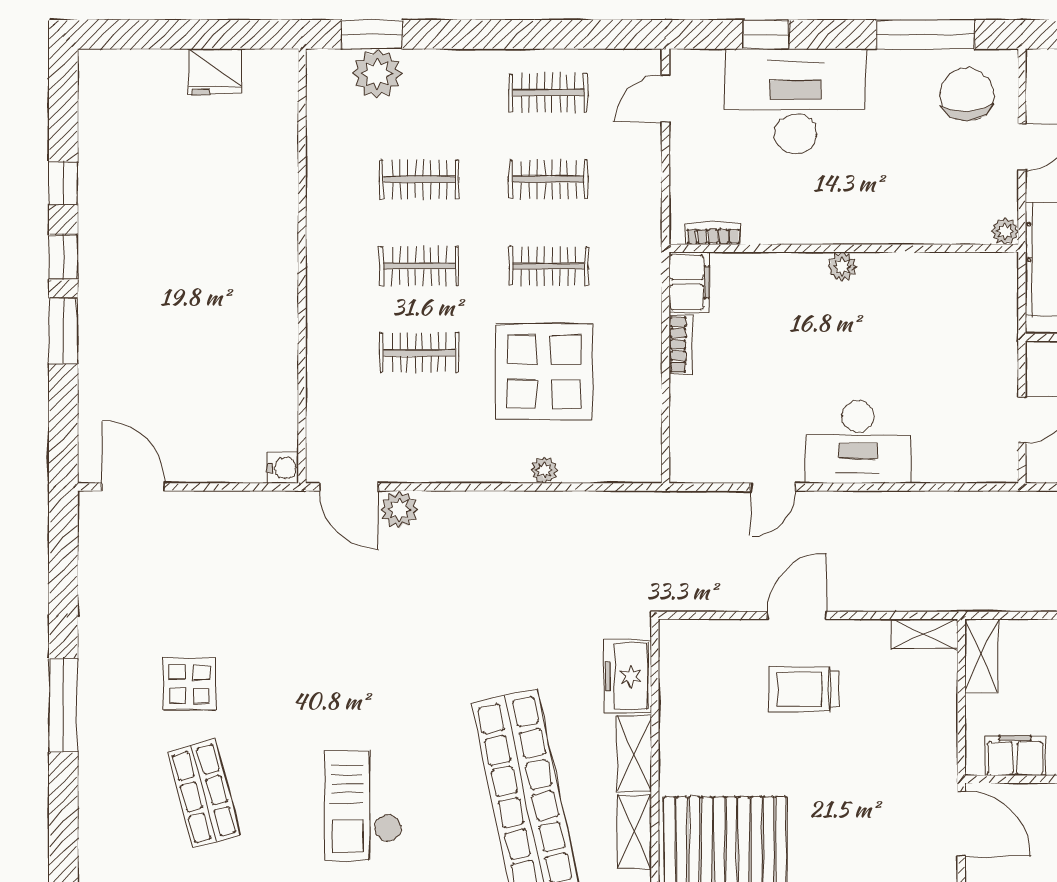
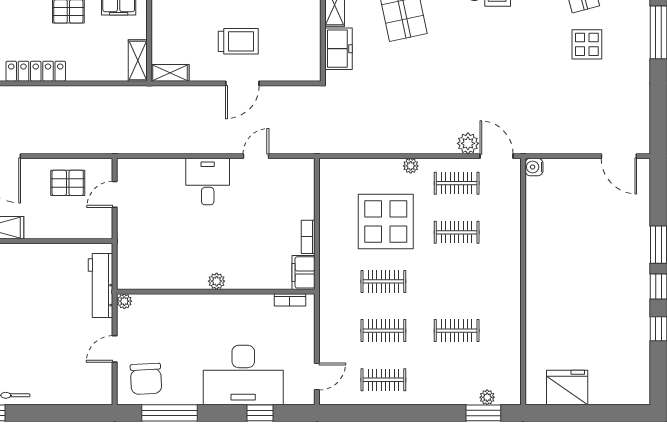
fridge: (215, 72) -> (567, 387), width x1.36, depth x1.34
plant: (377, 74) -> (487, 397), width x0.53, depth x0.53
clothes rail: (419, 266) -> (457, 183), moved
desk: (858, 442) -> (208, 182), width x0.73
plant: (544, 470) -> (411, 166), moved

